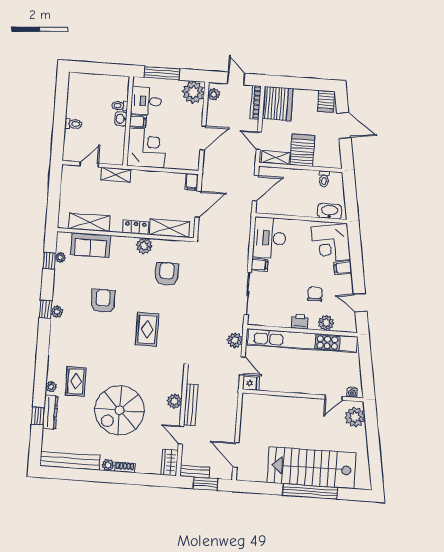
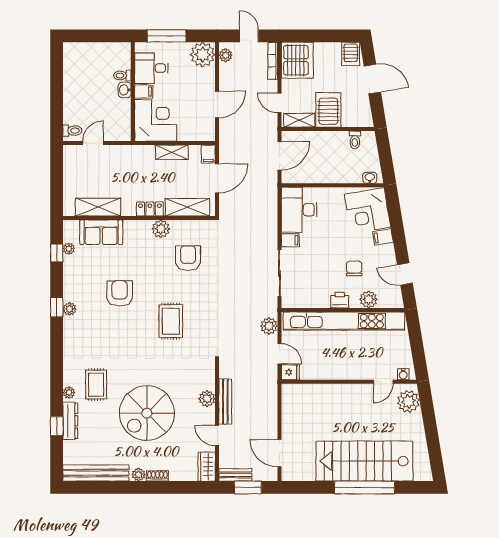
toilet: (73, 124) -> (72, 131), moved
shelving: (116, 175) -> (172, 152), moved
washbasin: (330, 211) -> (370, 178), width x0.52, depth x0.69

